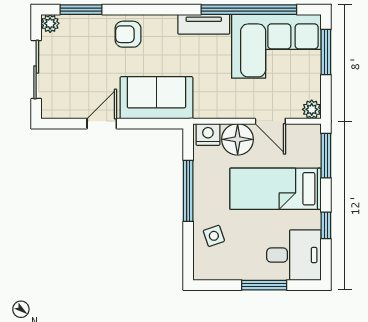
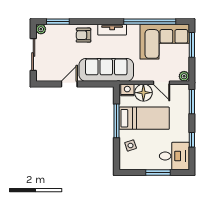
tv unit: (204, 24) -> (112, 30), moved
sofa: (156, 98) -> (106, 70), width x1.36
bed: (276, 189) -> (144, 118), moved, turned 180

